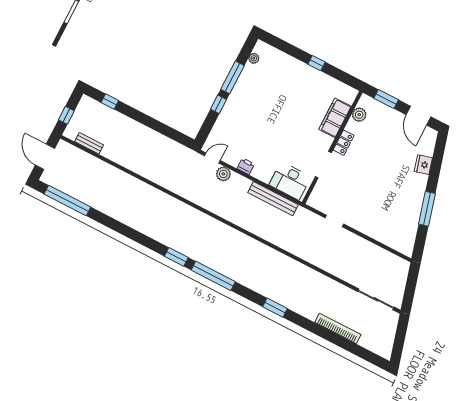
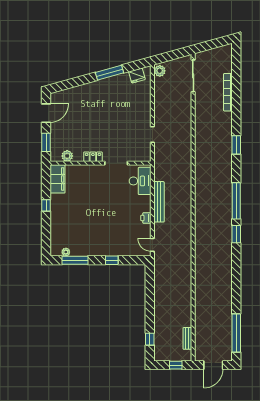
window: (232, 77) -> (75, 260), moved
filing cabinet: (335, 118) -> (57, 179), moved, turned -90
fridge: (423, 165) -> (137, 76), moved
plant: (223, 174) -> (160, 71), moved
bench: (273, 199) -> (159, 202), moved

